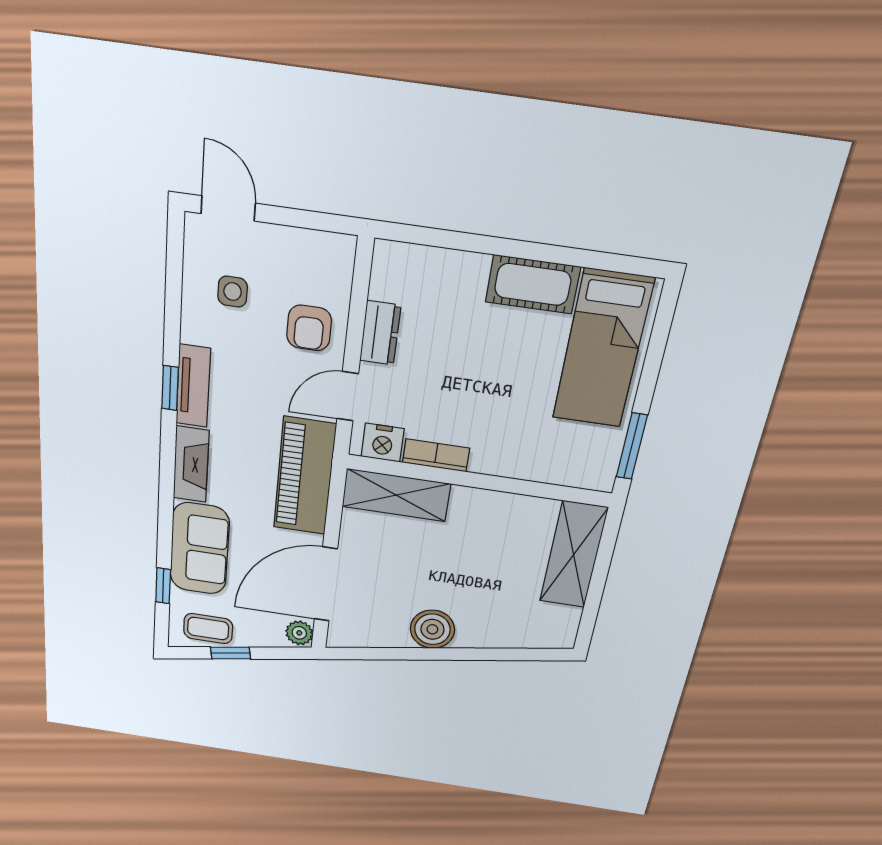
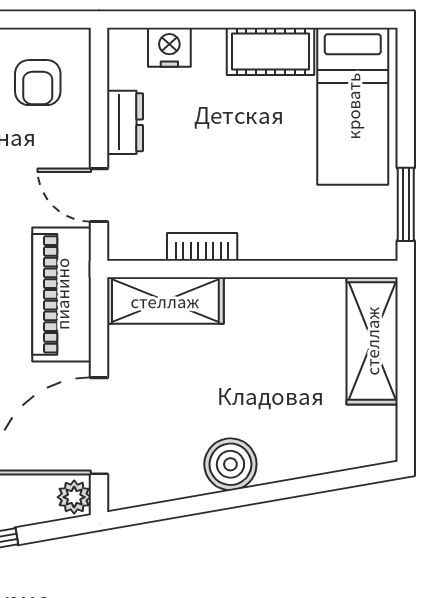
armchair: (309, 328) -> (38, 83), moved
door: (348, 396) -> (99, 195), hinge flipped
nightstand: (383, 443) -> (169, 47), moved, turned 180

